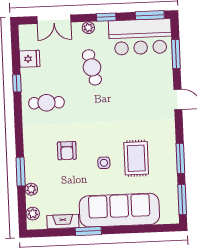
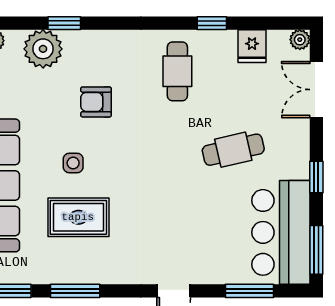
plant: (88, 28) -> (300, 40), moved
window: (21, 172) -> (64, 23), width x0.67
plant: (31, 189) -> (43, 49), width x1.87, depth x1.87

